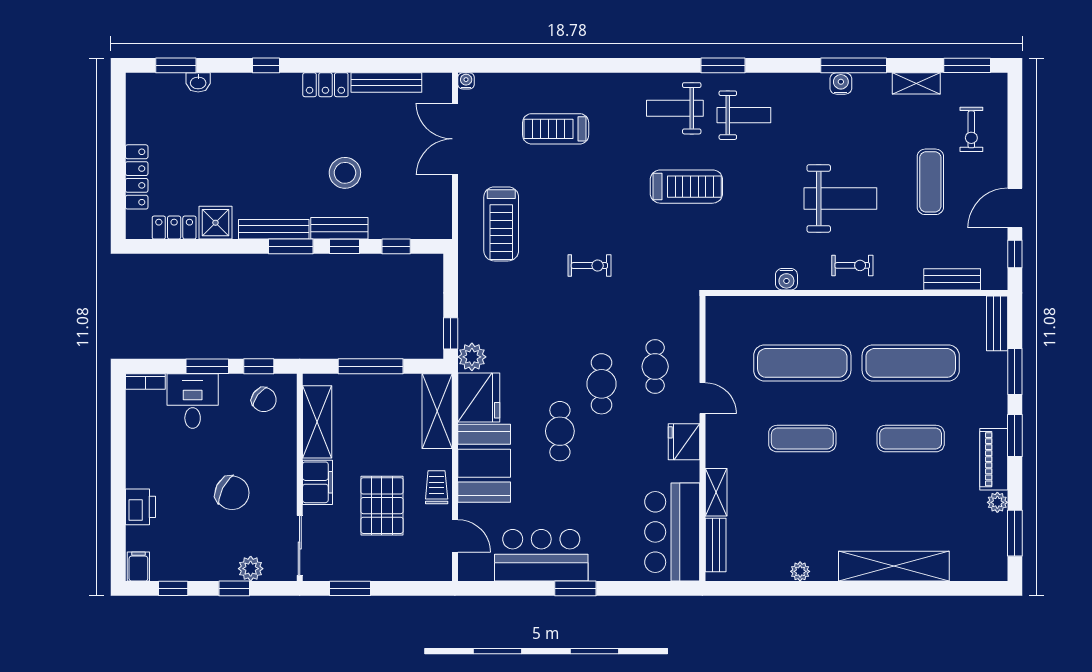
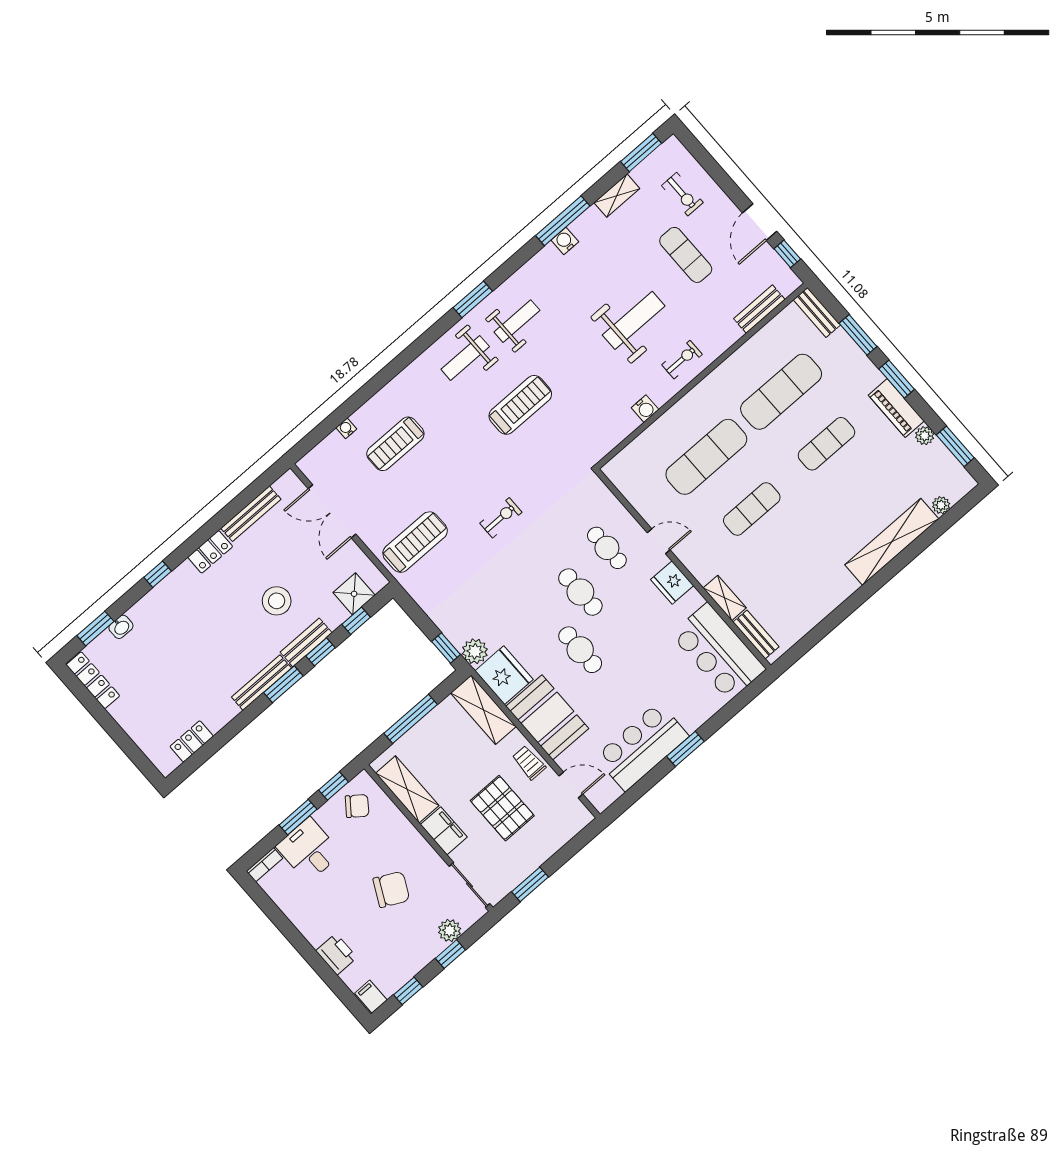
water cooler: (466, 81) -> (346, 428), moved
locker: (137, 177) -> (93, 680), moved
shower: (215, 223) -> (354, 594), moved
treadmill: (501, 224) -> (415, 542), turned -90
plant: (800, 571) -> (941, 505), moved

